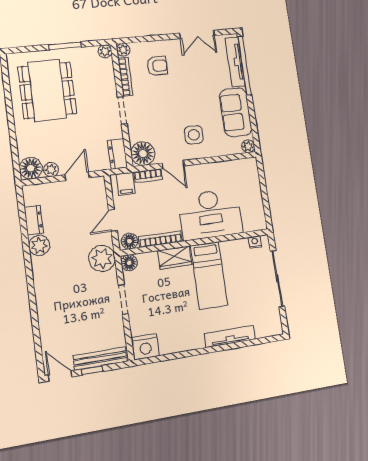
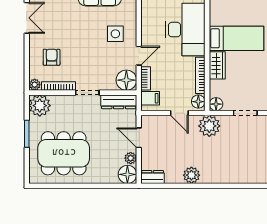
plant: (105, 51) -> (40, 106), width x1.88, depth x1.88
dresser: (117, 154) -> (119, 102), width x1.44
dresser: (34, 220) -> (153, 177), moved

